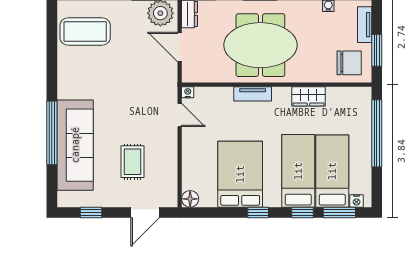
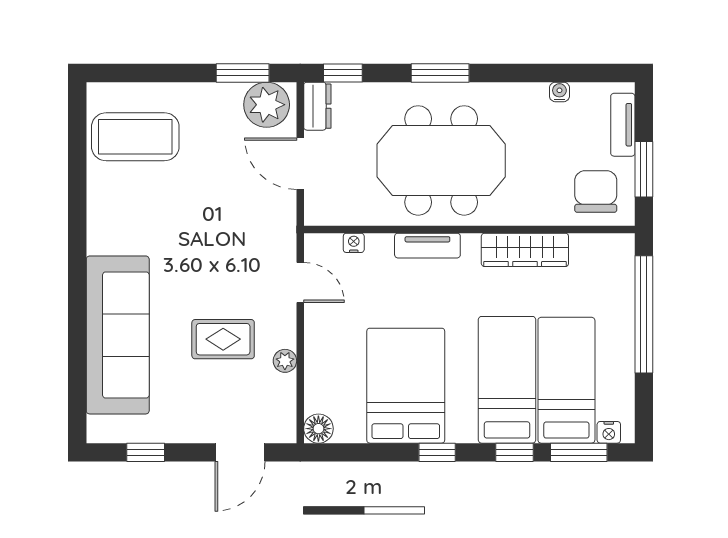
chair: (349, 63) -> (596, 191), turned -90
nightstand: (188, 92) -> (354, 243), moved
wardrobe: (309, 96) -> (525, 250), width x1.50
window: (52, 133) -> (77, 314), removed
plant: (171, 160) -> (285, 361), added
rug: (132, 162) -> (223, 339), moved, turned 90

